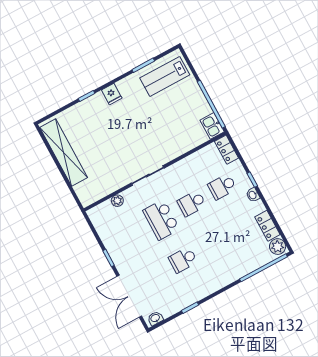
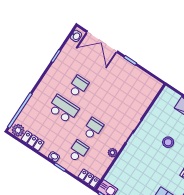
stool: (115, 143) -> (168, 142), added
plant: (117, 201) -> (112, 153), moved
school desk: (161, 220) -> (63, 109), moved
double door: (129, 296) -> (102, 42), swing flipped

